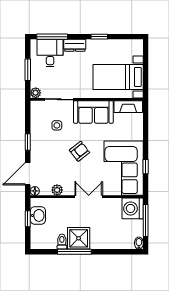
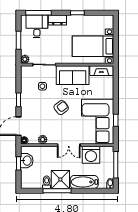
double door: (89, 197) -> (69, 145), swing flipped
washing machine: (133, 208) -> (91, 155), moved, turned -90
bathtub: (107, 241) -> (84, 182), added

